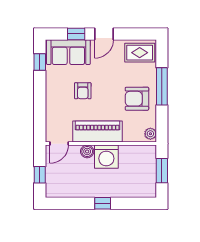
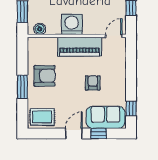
window: (162, 86) -> (22, 87), width x0.69
plant: (150, 134) -> (33, 45), removed
boiler: (87, 151) -> (40, 29), moved

